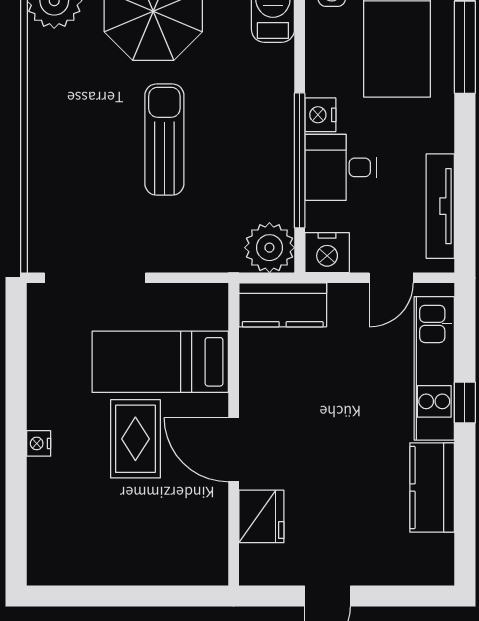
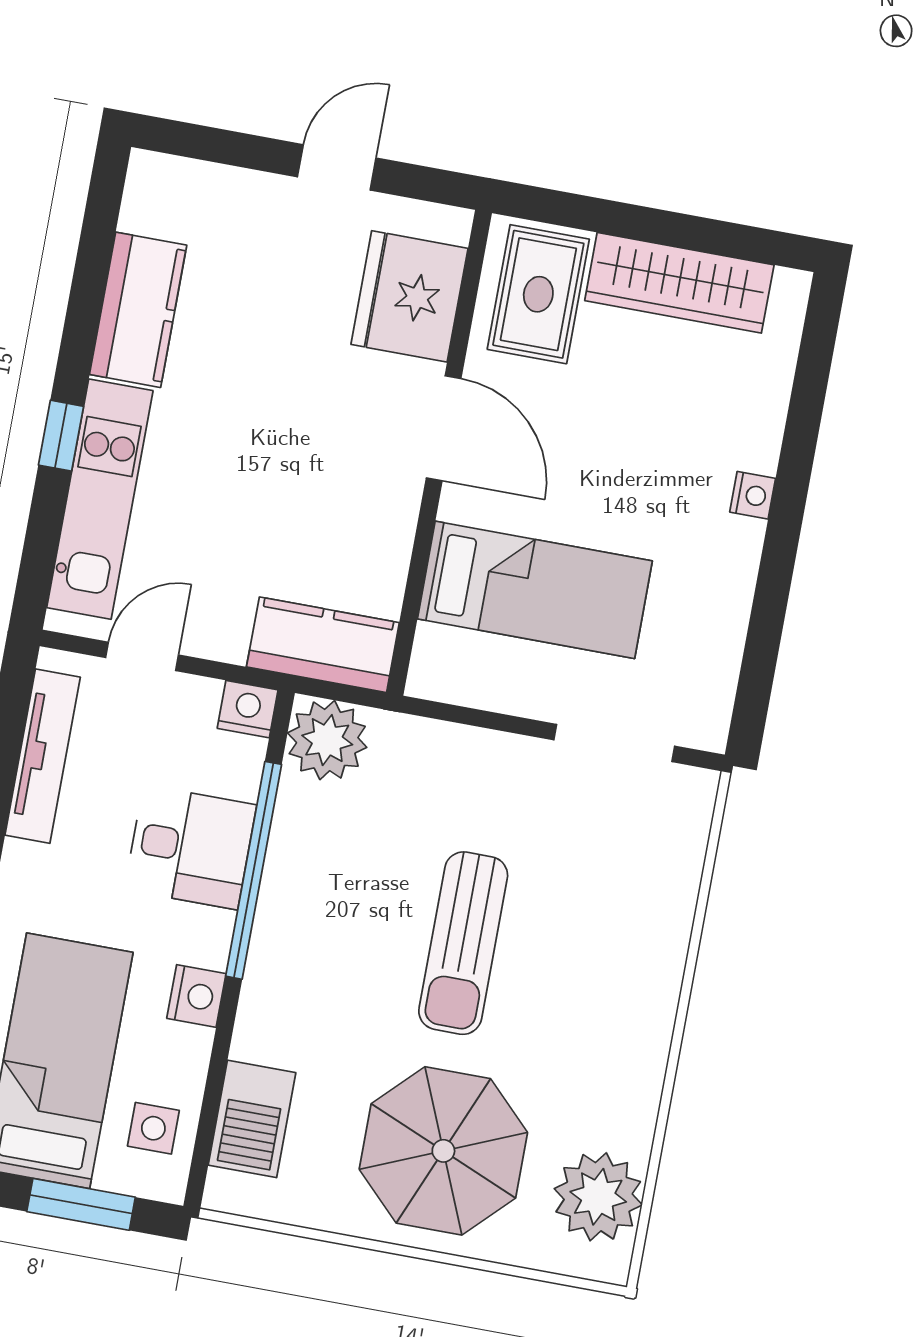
nightstand: (320, 115) -> (196, 996), moved
nightstand: (327, 253) -> (248, 709), width x0.74, depth x0.75
doorway: (95, 278) -> (614, 743), width x0.73
rug: (135, 439) -> (538, 294), moved
fridge: (261, 516) -> (409, 296), width x1.36, depth x1.34
wardrobe: (107, 564) -> (679, 283), added

